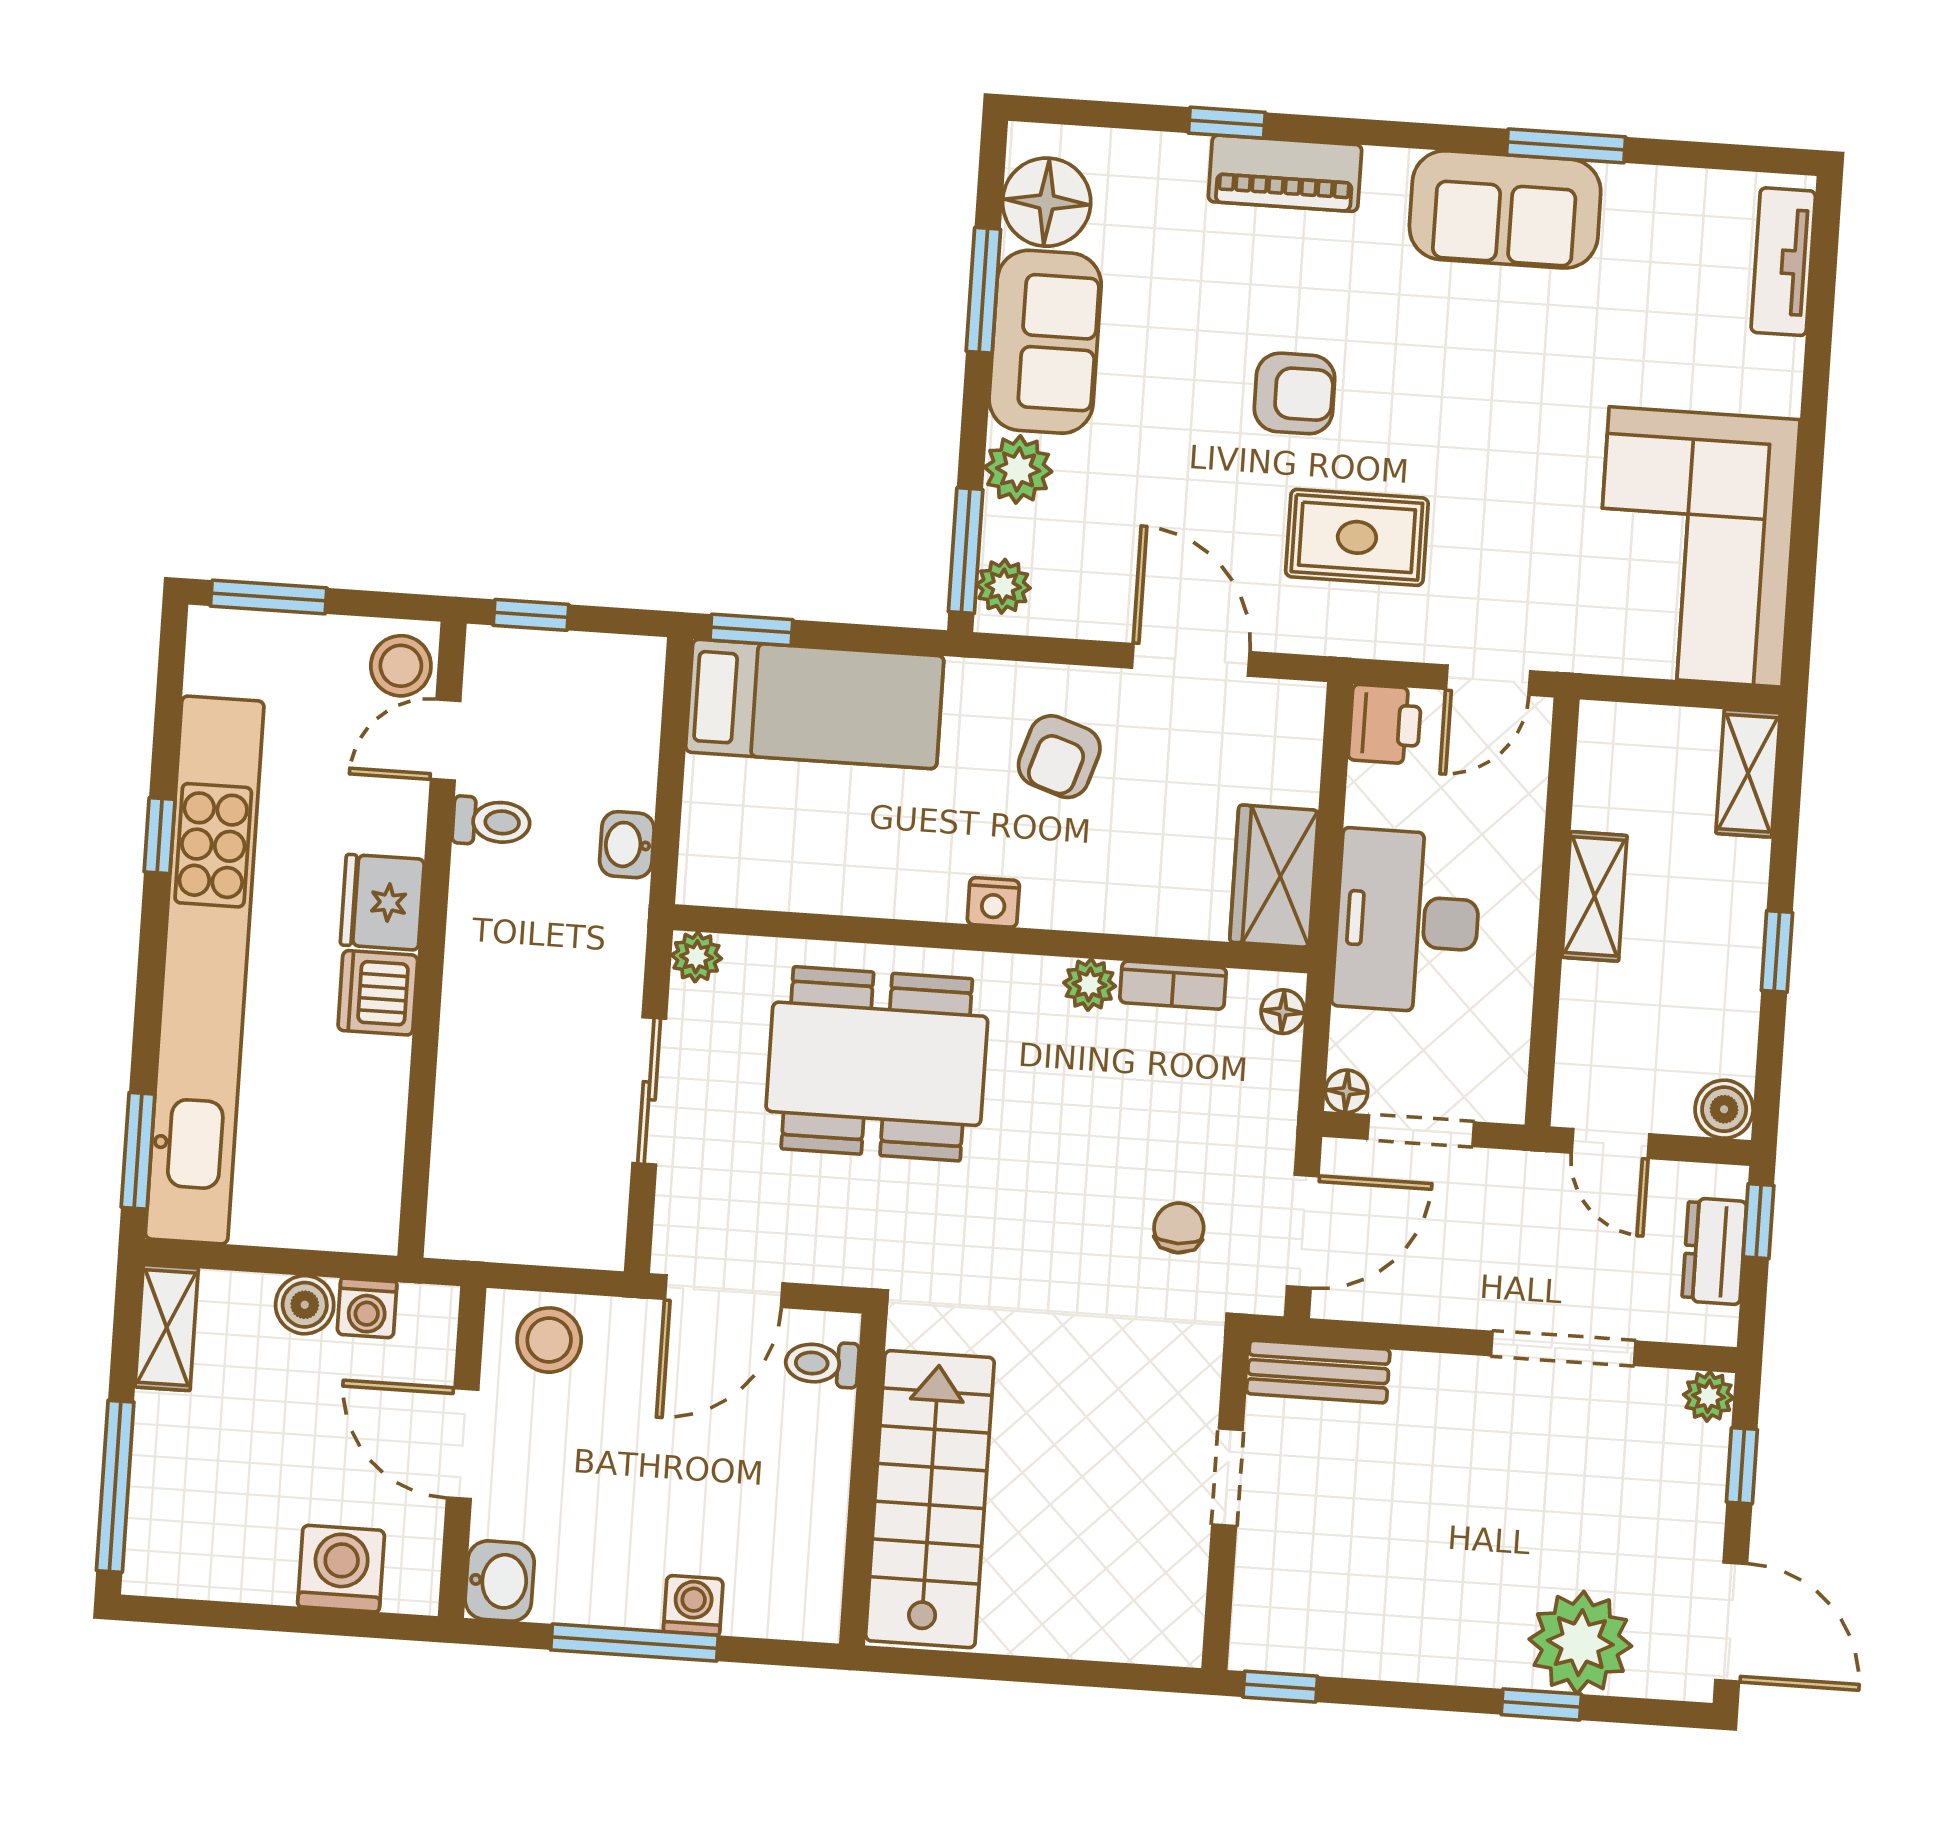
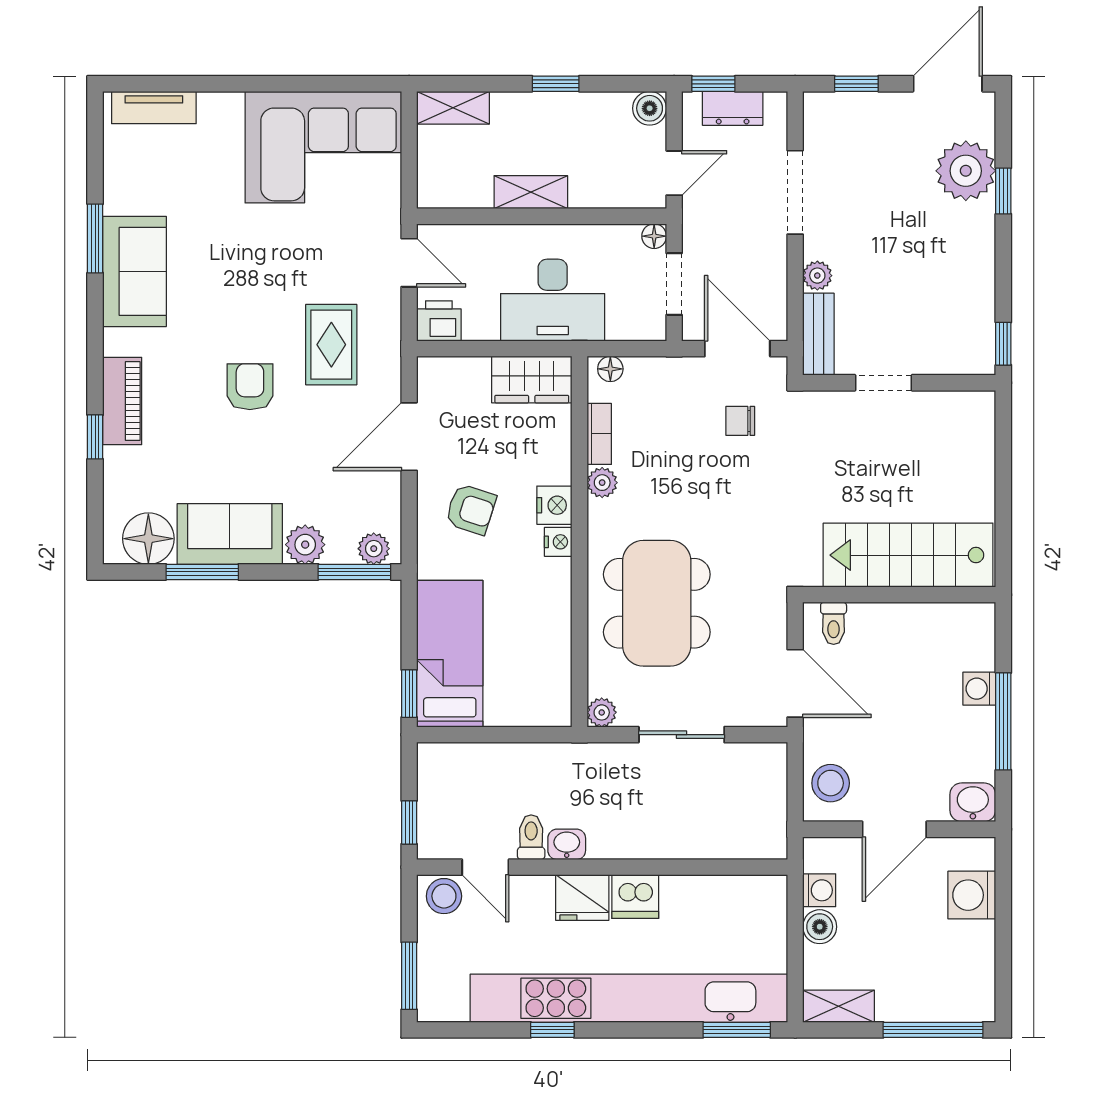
washbasin: (627, 845) -> (567, 844), moved, turned 180
nightstand: (1056, 900) -> (554, 505), added
floor lamp: (1347, 1091) -> (654, 236), moved
plant: (1709, 1396) -> (817, 276), moved

